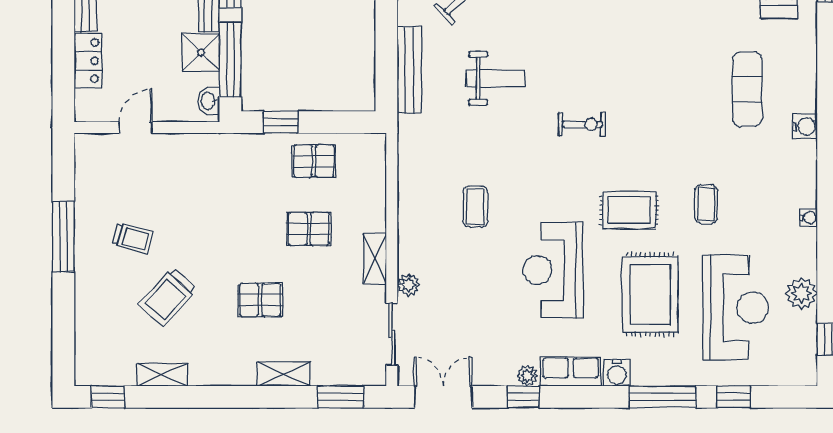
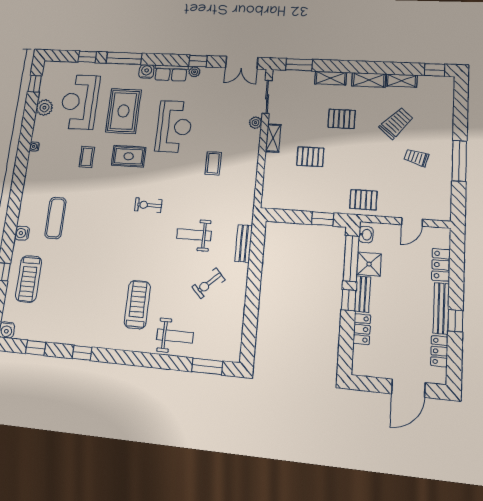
bench: (409, 70) -> (244, 243), width x0.73
water cooler: (805, 126) -> (22, 233), moved
pallet: (314, 161) -> (363, 200), moved
shelving: (218, 373) -> (369, 80), added

